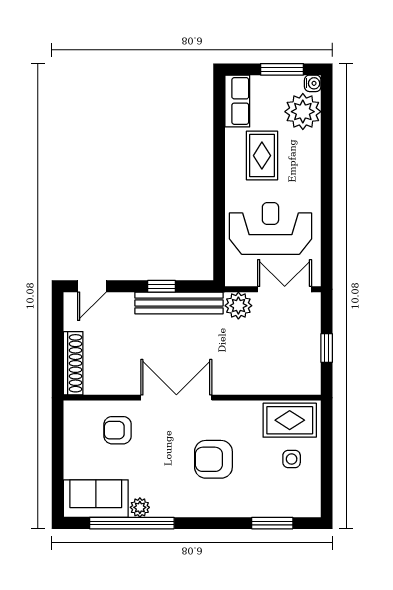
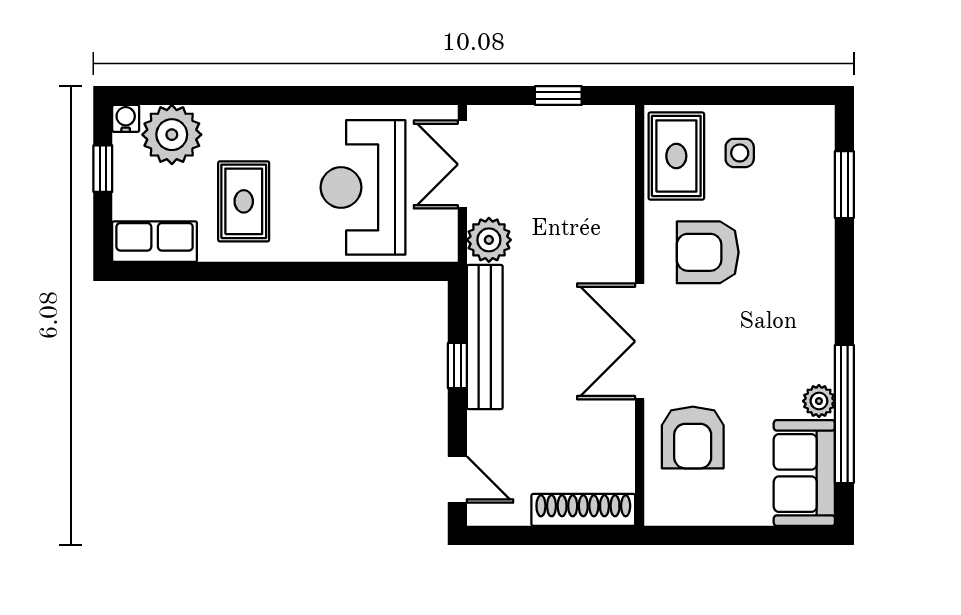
window: (282, 69) -> (103, 169), width x0.67
rug: (262, 156) -> (244, 201), turned 90
armchair: (118, 430) -> (693, 437), width x1.38, depth x1.38
armchair: (213, 459) -> (708, 252), moved, turned 90

